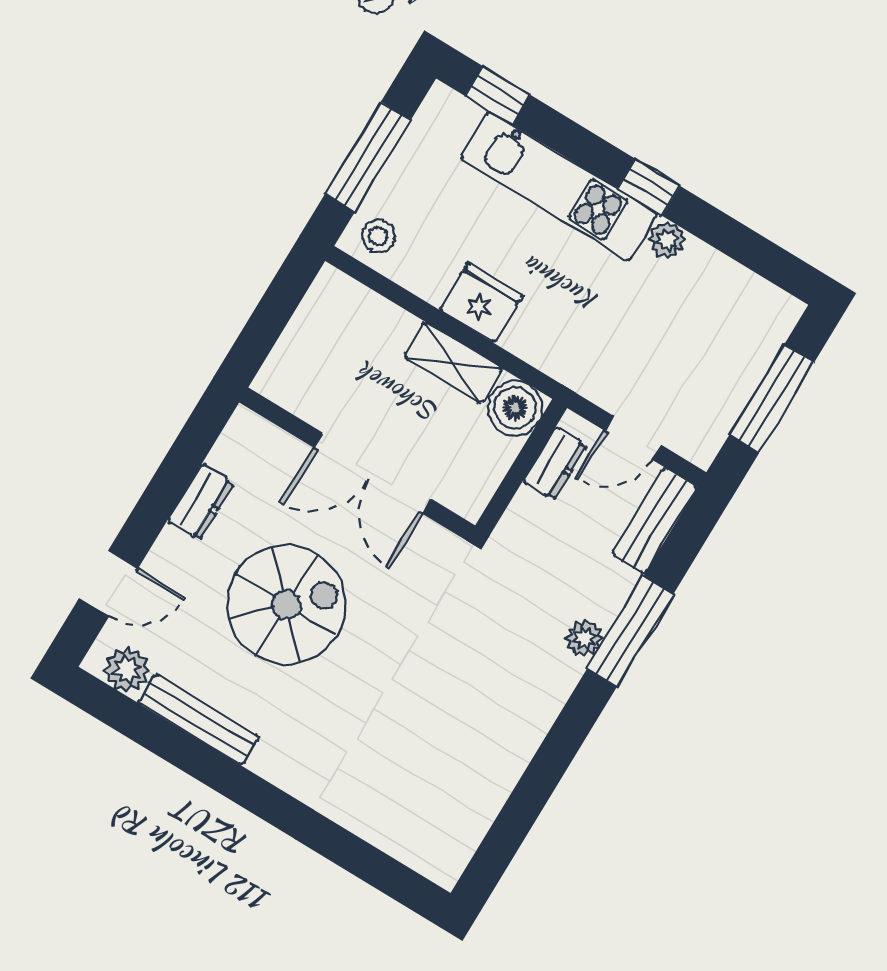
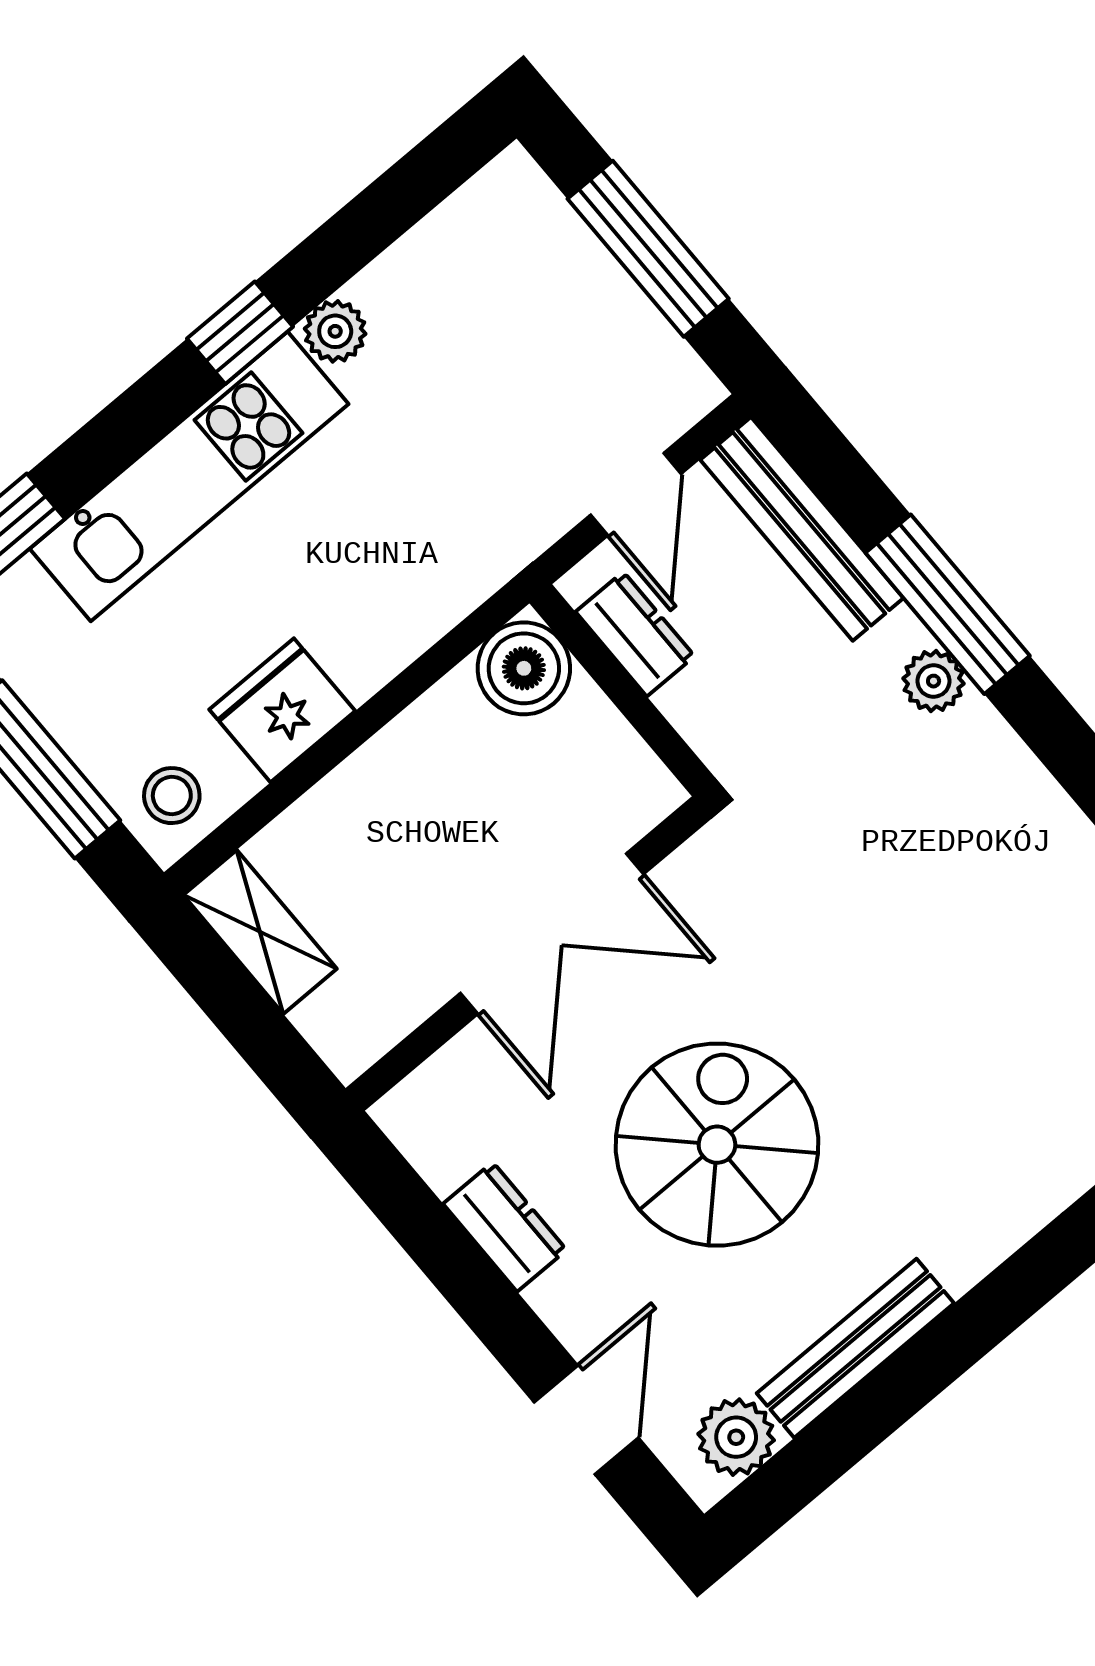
fridge: (481, 303) -> (282, 710), moved
shelving: (453, 363) -> (260, 932), moved, turned 90
bench: (654, 521) -> (802, 529), width x1.36

